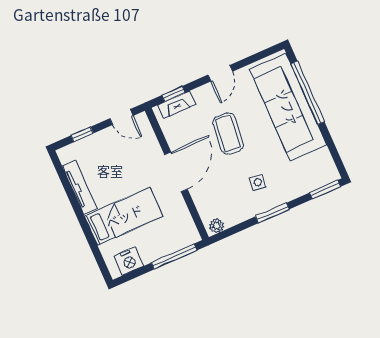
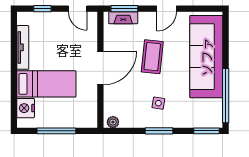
window: (308, 93) -> (226, 96), moved
window: (173, 94) -> (124, 9), width x1.50
window: (174, 256) -> (56, 131), moved
nightstand: (129, 261) -> (26, 108), moved, turned 90

